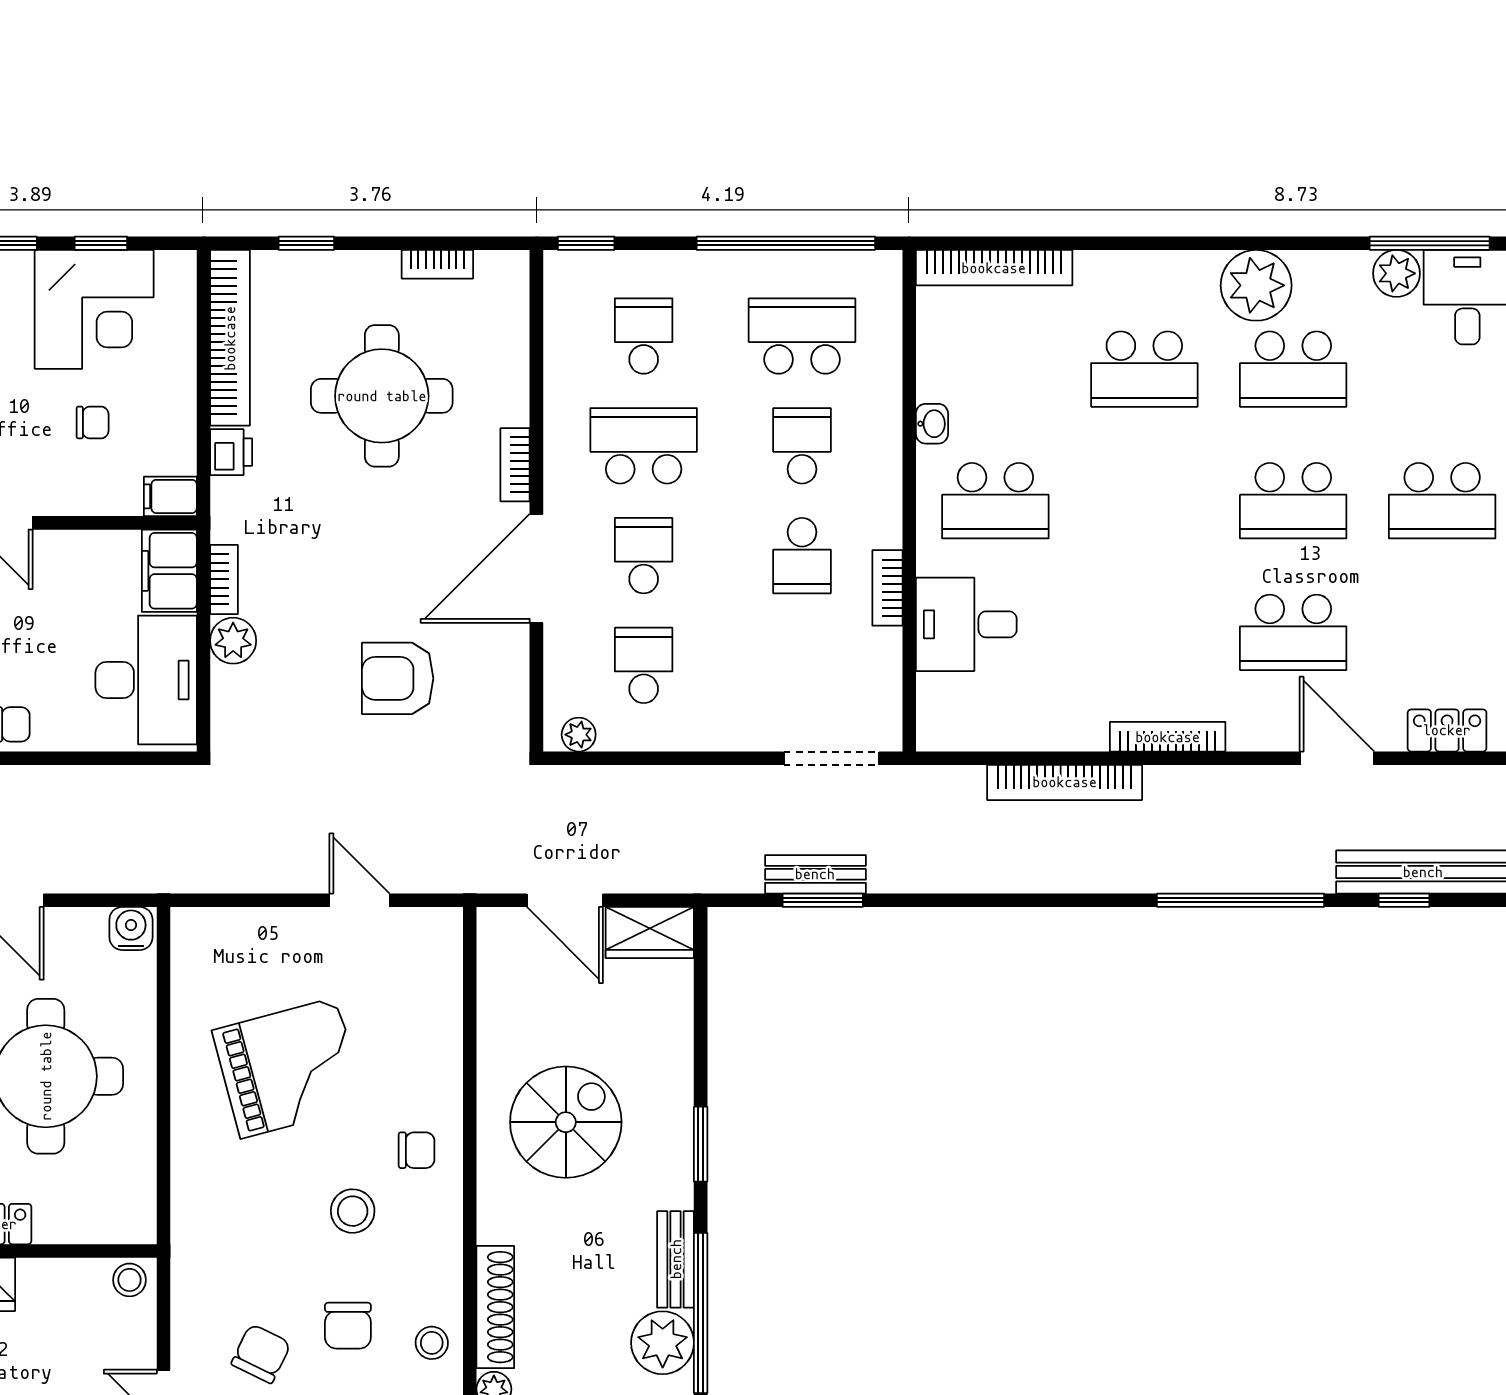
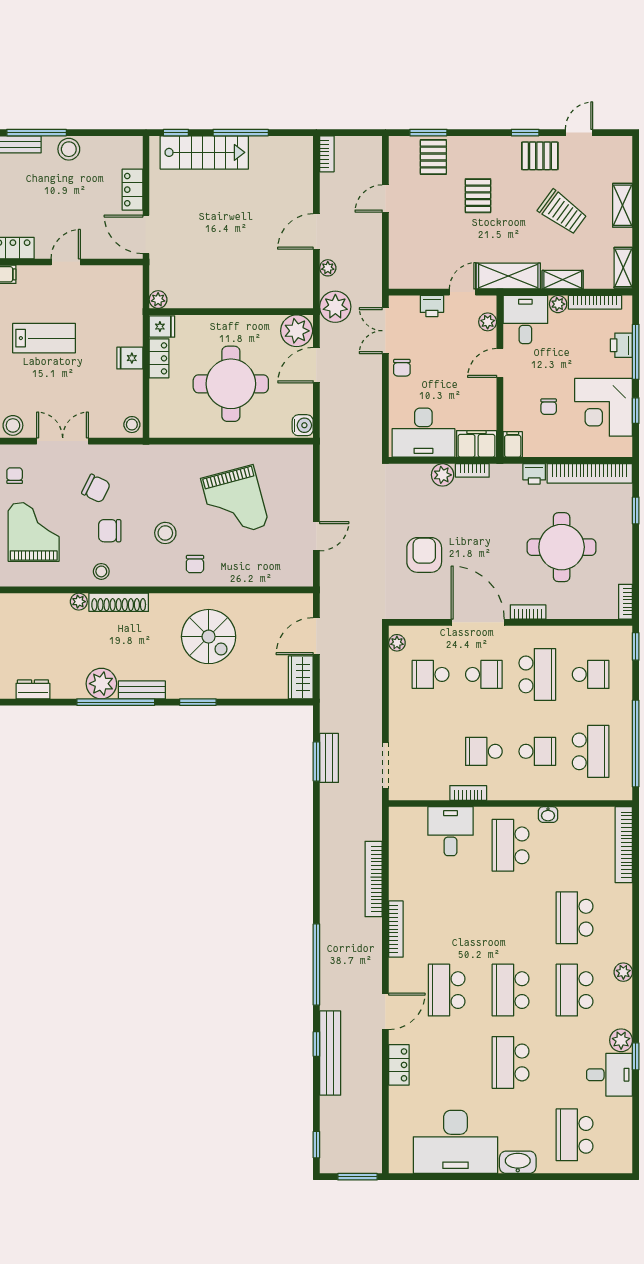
window: (1430, 243) -> (636, 1056), width x0.46
bookcase: (437, 264) -> (626, 602), moved
plant: (1256, 285) -> (623, 972), width x0.53, depth x0.53
school desk: (644, 665) -> (431, 674), turned 180

